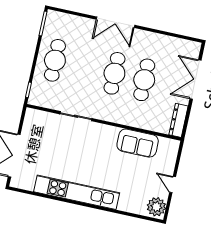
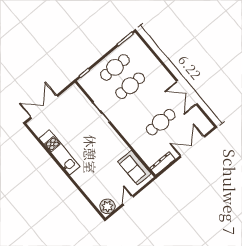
double door: (116, 22) -> (187, 92), moved
cafe table: (114, 73) -> (130, 86), moved
sofa: (138, 143) -> (134, 168), moved
kitchen unit: (77, 192) -> (60, 152), width x0.73

